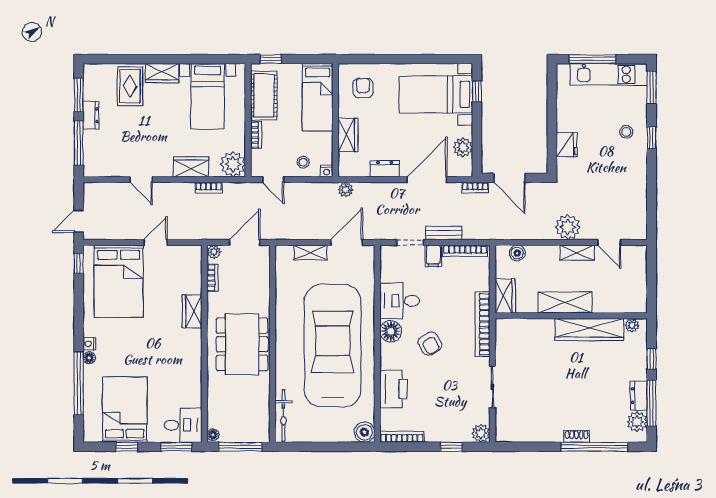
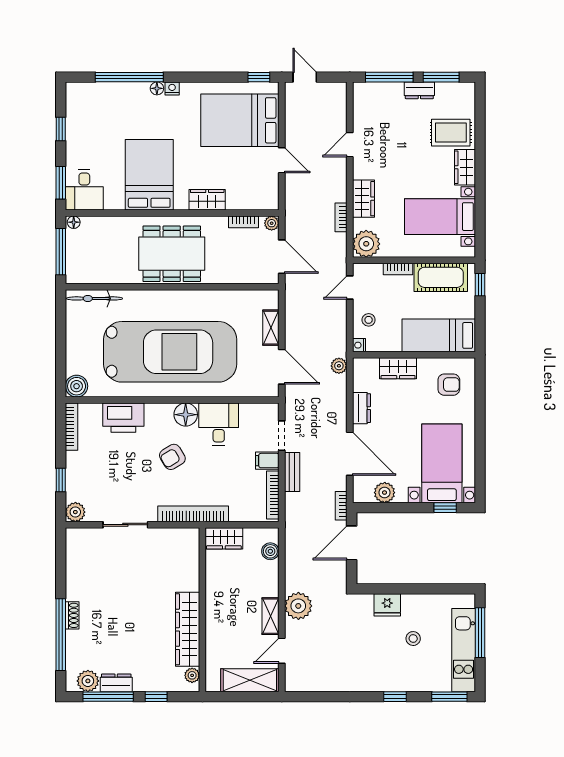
stool: (626, 132) -> (413, 639), moved
shelving: (565, 302) -> (250, 680), moved, turned 90
bed: (125, 410) -> (149, 175), moved, turned -90

